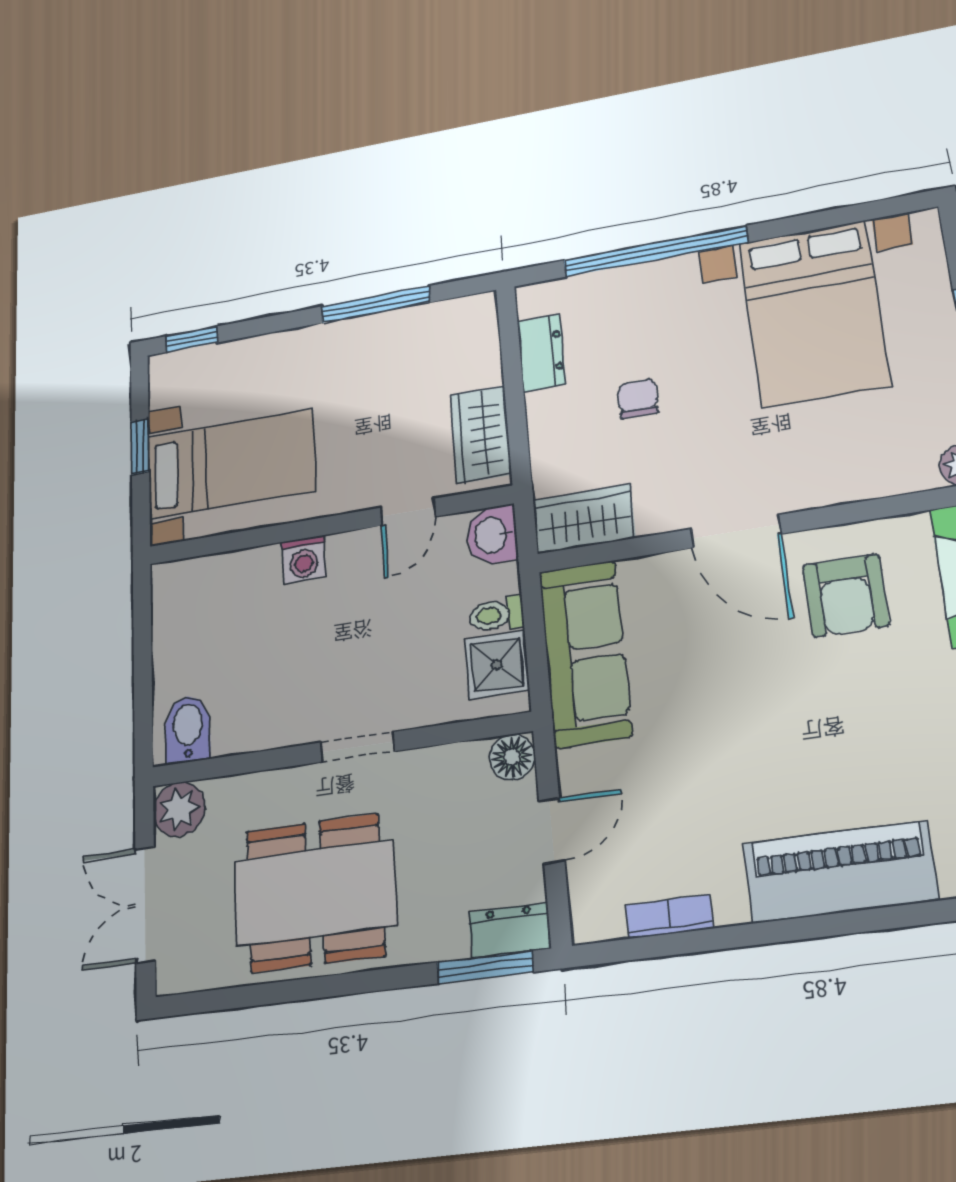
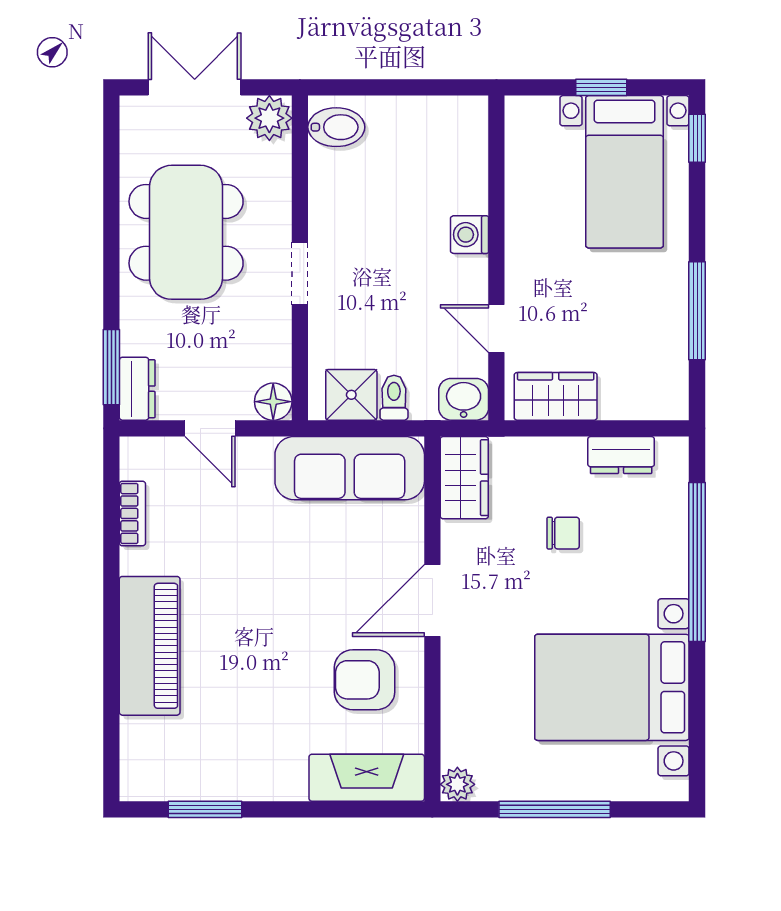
bed with nightstands: (231, 464) -> (624, 172), moved

